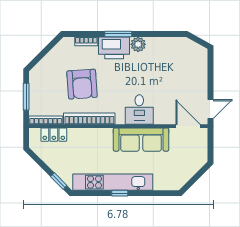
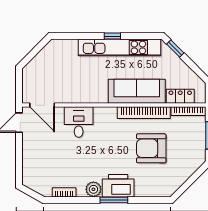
bookcase: (86, 41) -> (64, 192), moved
armchair: (82, 84) -> (151, 148), turned -86
desk: (139, 110) -> (79, 122), moved
sofa: (141, 140) -> (137, 91), moved

